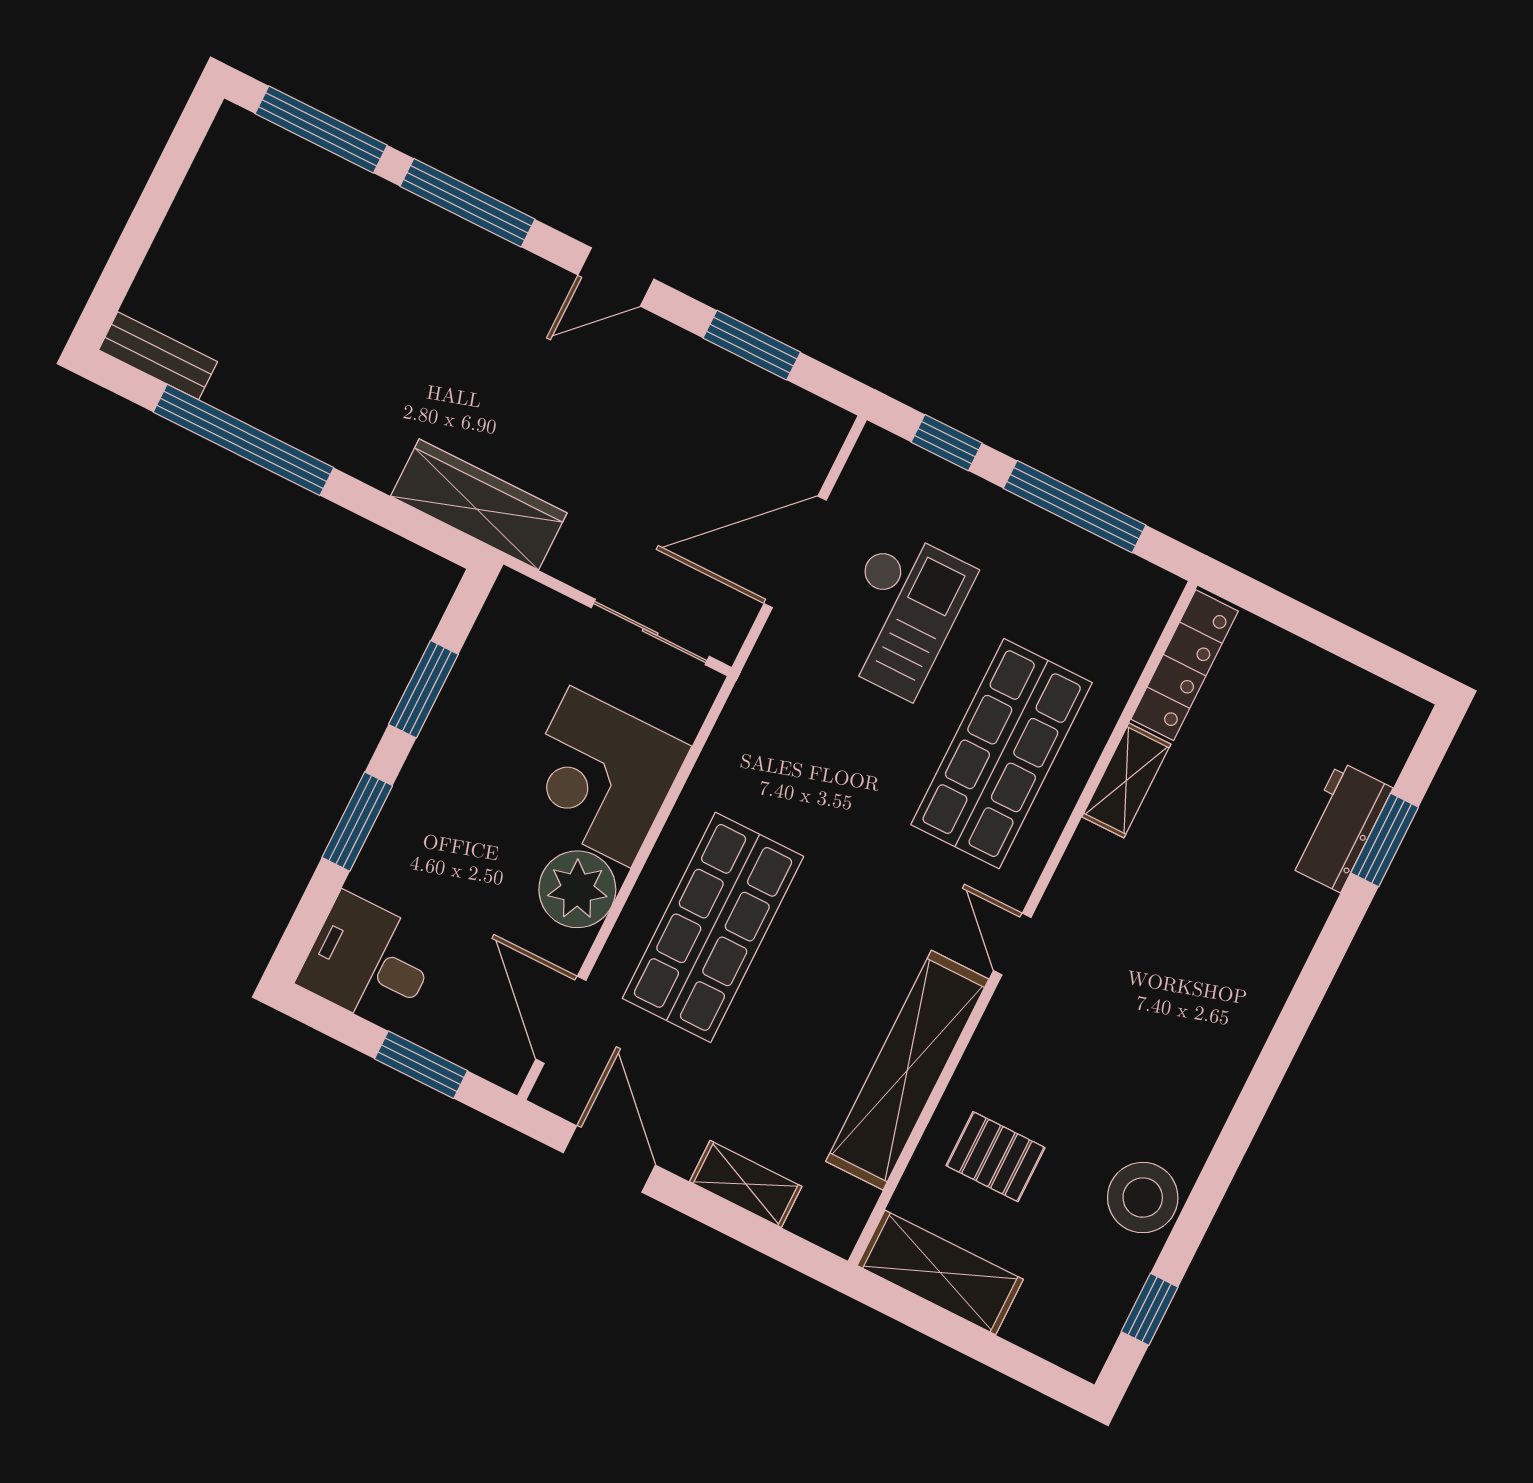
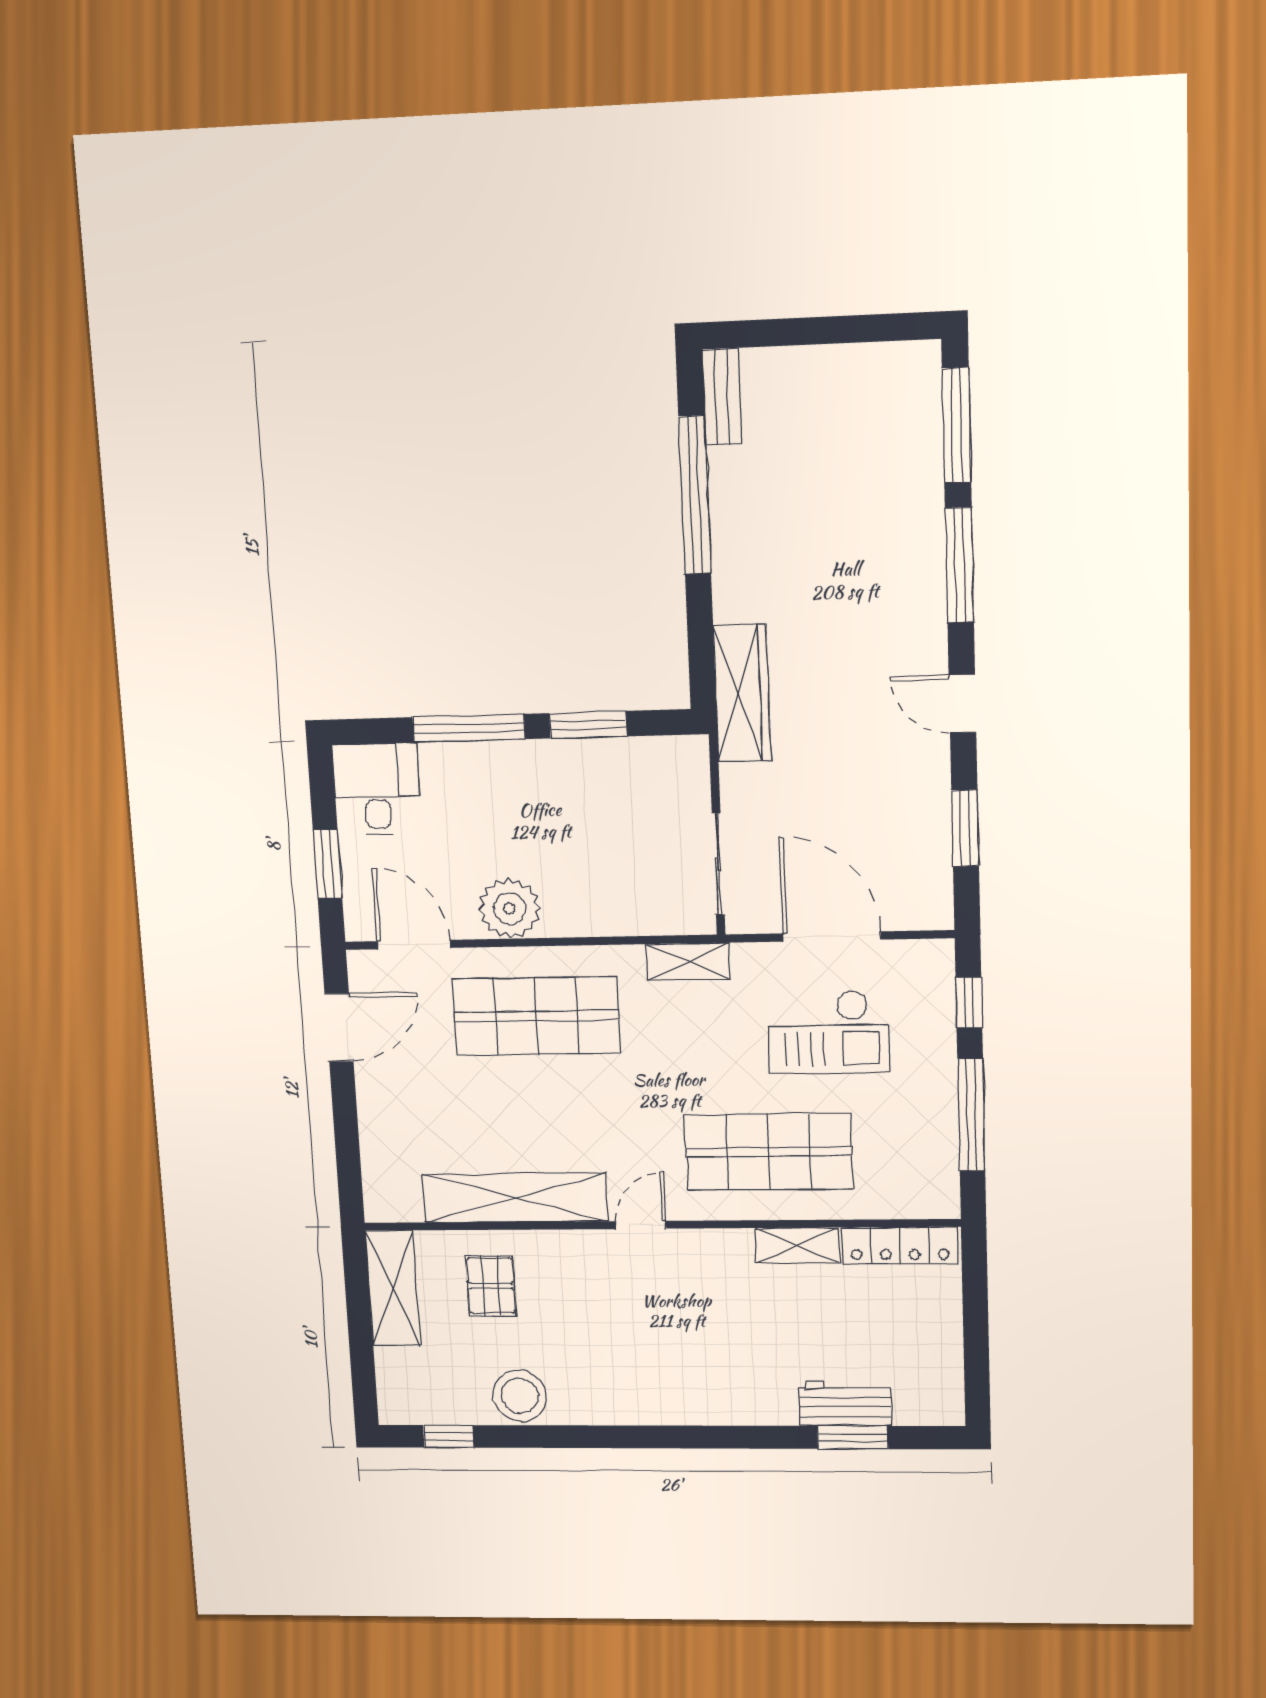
corner desk: (600, 777) -> (597, 883), removed
window: (357, 822) -> (469, 728), width x1.44
door: (561, 1020) -> (414, 945), hinge flipped
shelving: (746, 1184) -> (688, 962), moved, turned 90

